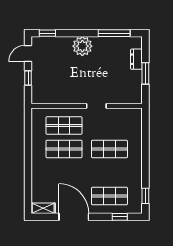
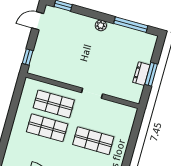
plant: (82, 46) -> (101, 25), width x0.53, depth x0.53
dresser: (136, 59) -> (141, 74), moved
window: (28, 78) -> (28, 57), moved

